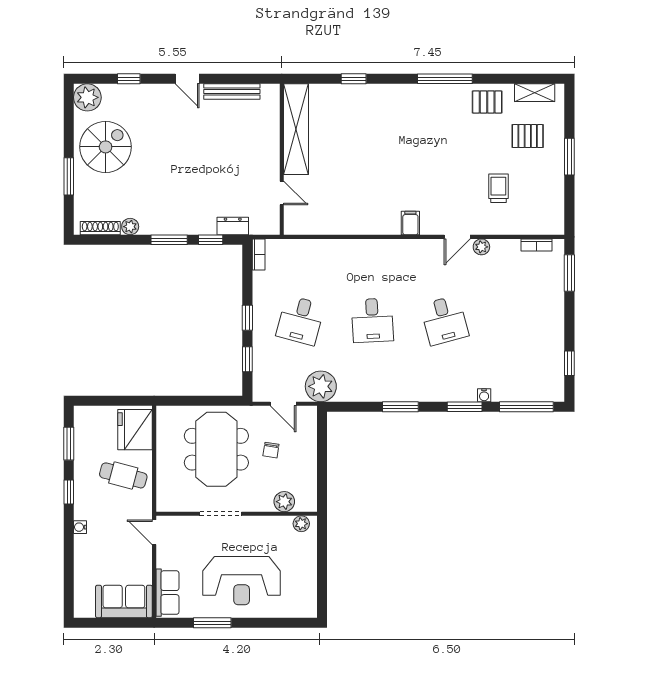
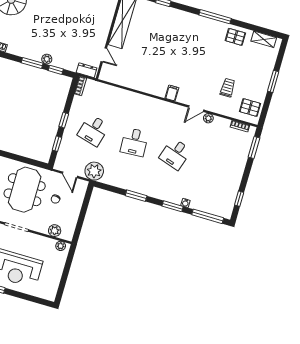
pallet: (528, 136) -> (250, 107), moved
dresser: (233, 226) -> (87, 70), moved
plant: (130, 227) -> (47, 59), moved
desk: (444, 320) -> (175, 154), turned 33

